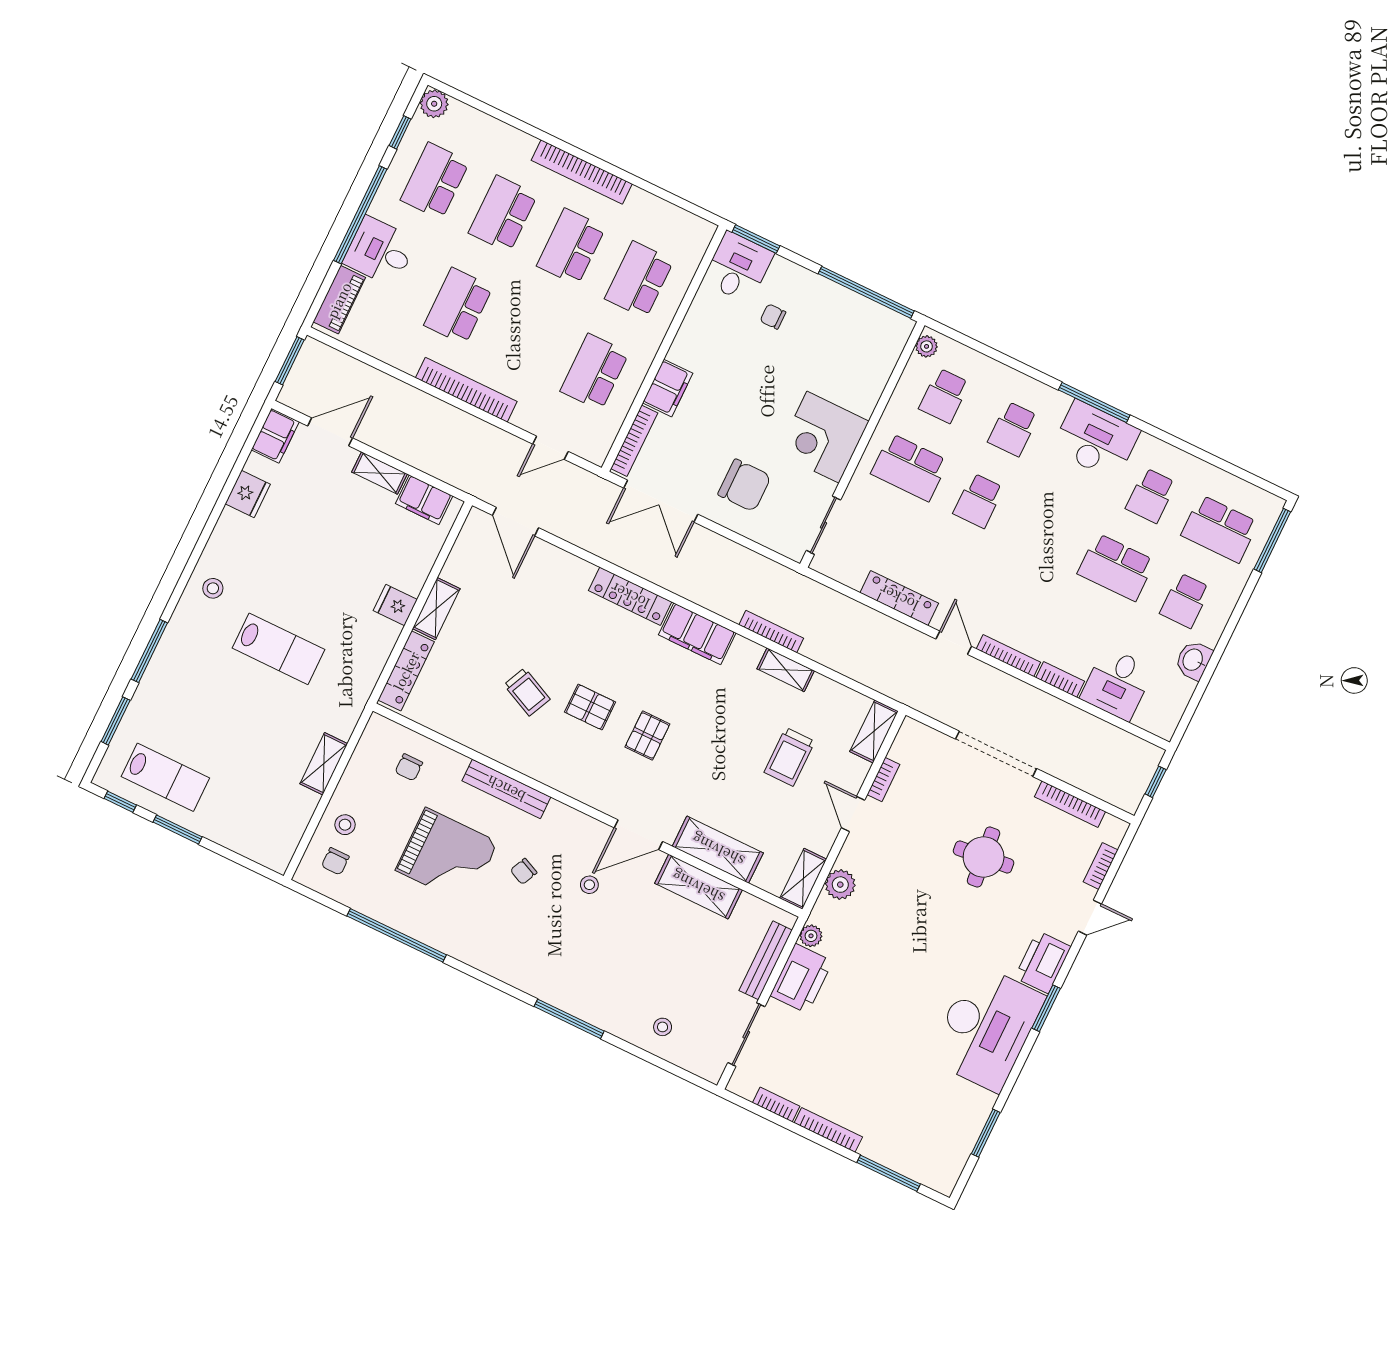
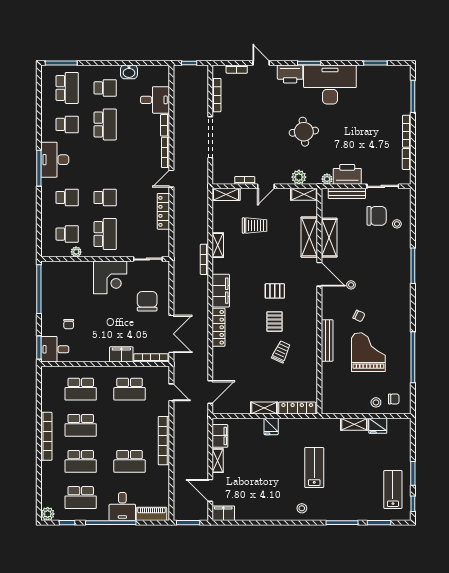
plant: (927, 346) -> (76, 252), moved
fridge: (248, 494) -> (378, 426), moved, turned 180
chair: (409, 767) -> (377, 216), moved, width x1.87, depth x1.87
round table: (984, 857) -> (304, 132), moved

